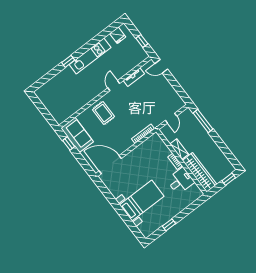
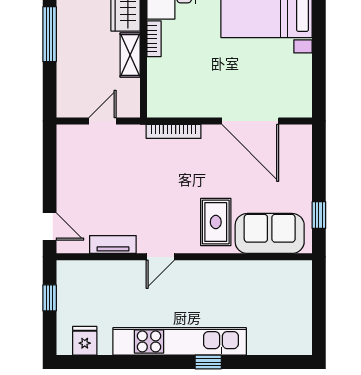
kitchen unit: (90, 56) -> (180, 341), width x1.36
window: (203, 121) -> (50, 34), moved
sofa: (77, 135) -> (270, 233), moved, turned 90
door: (110, 165) -> (250, 121), moved

